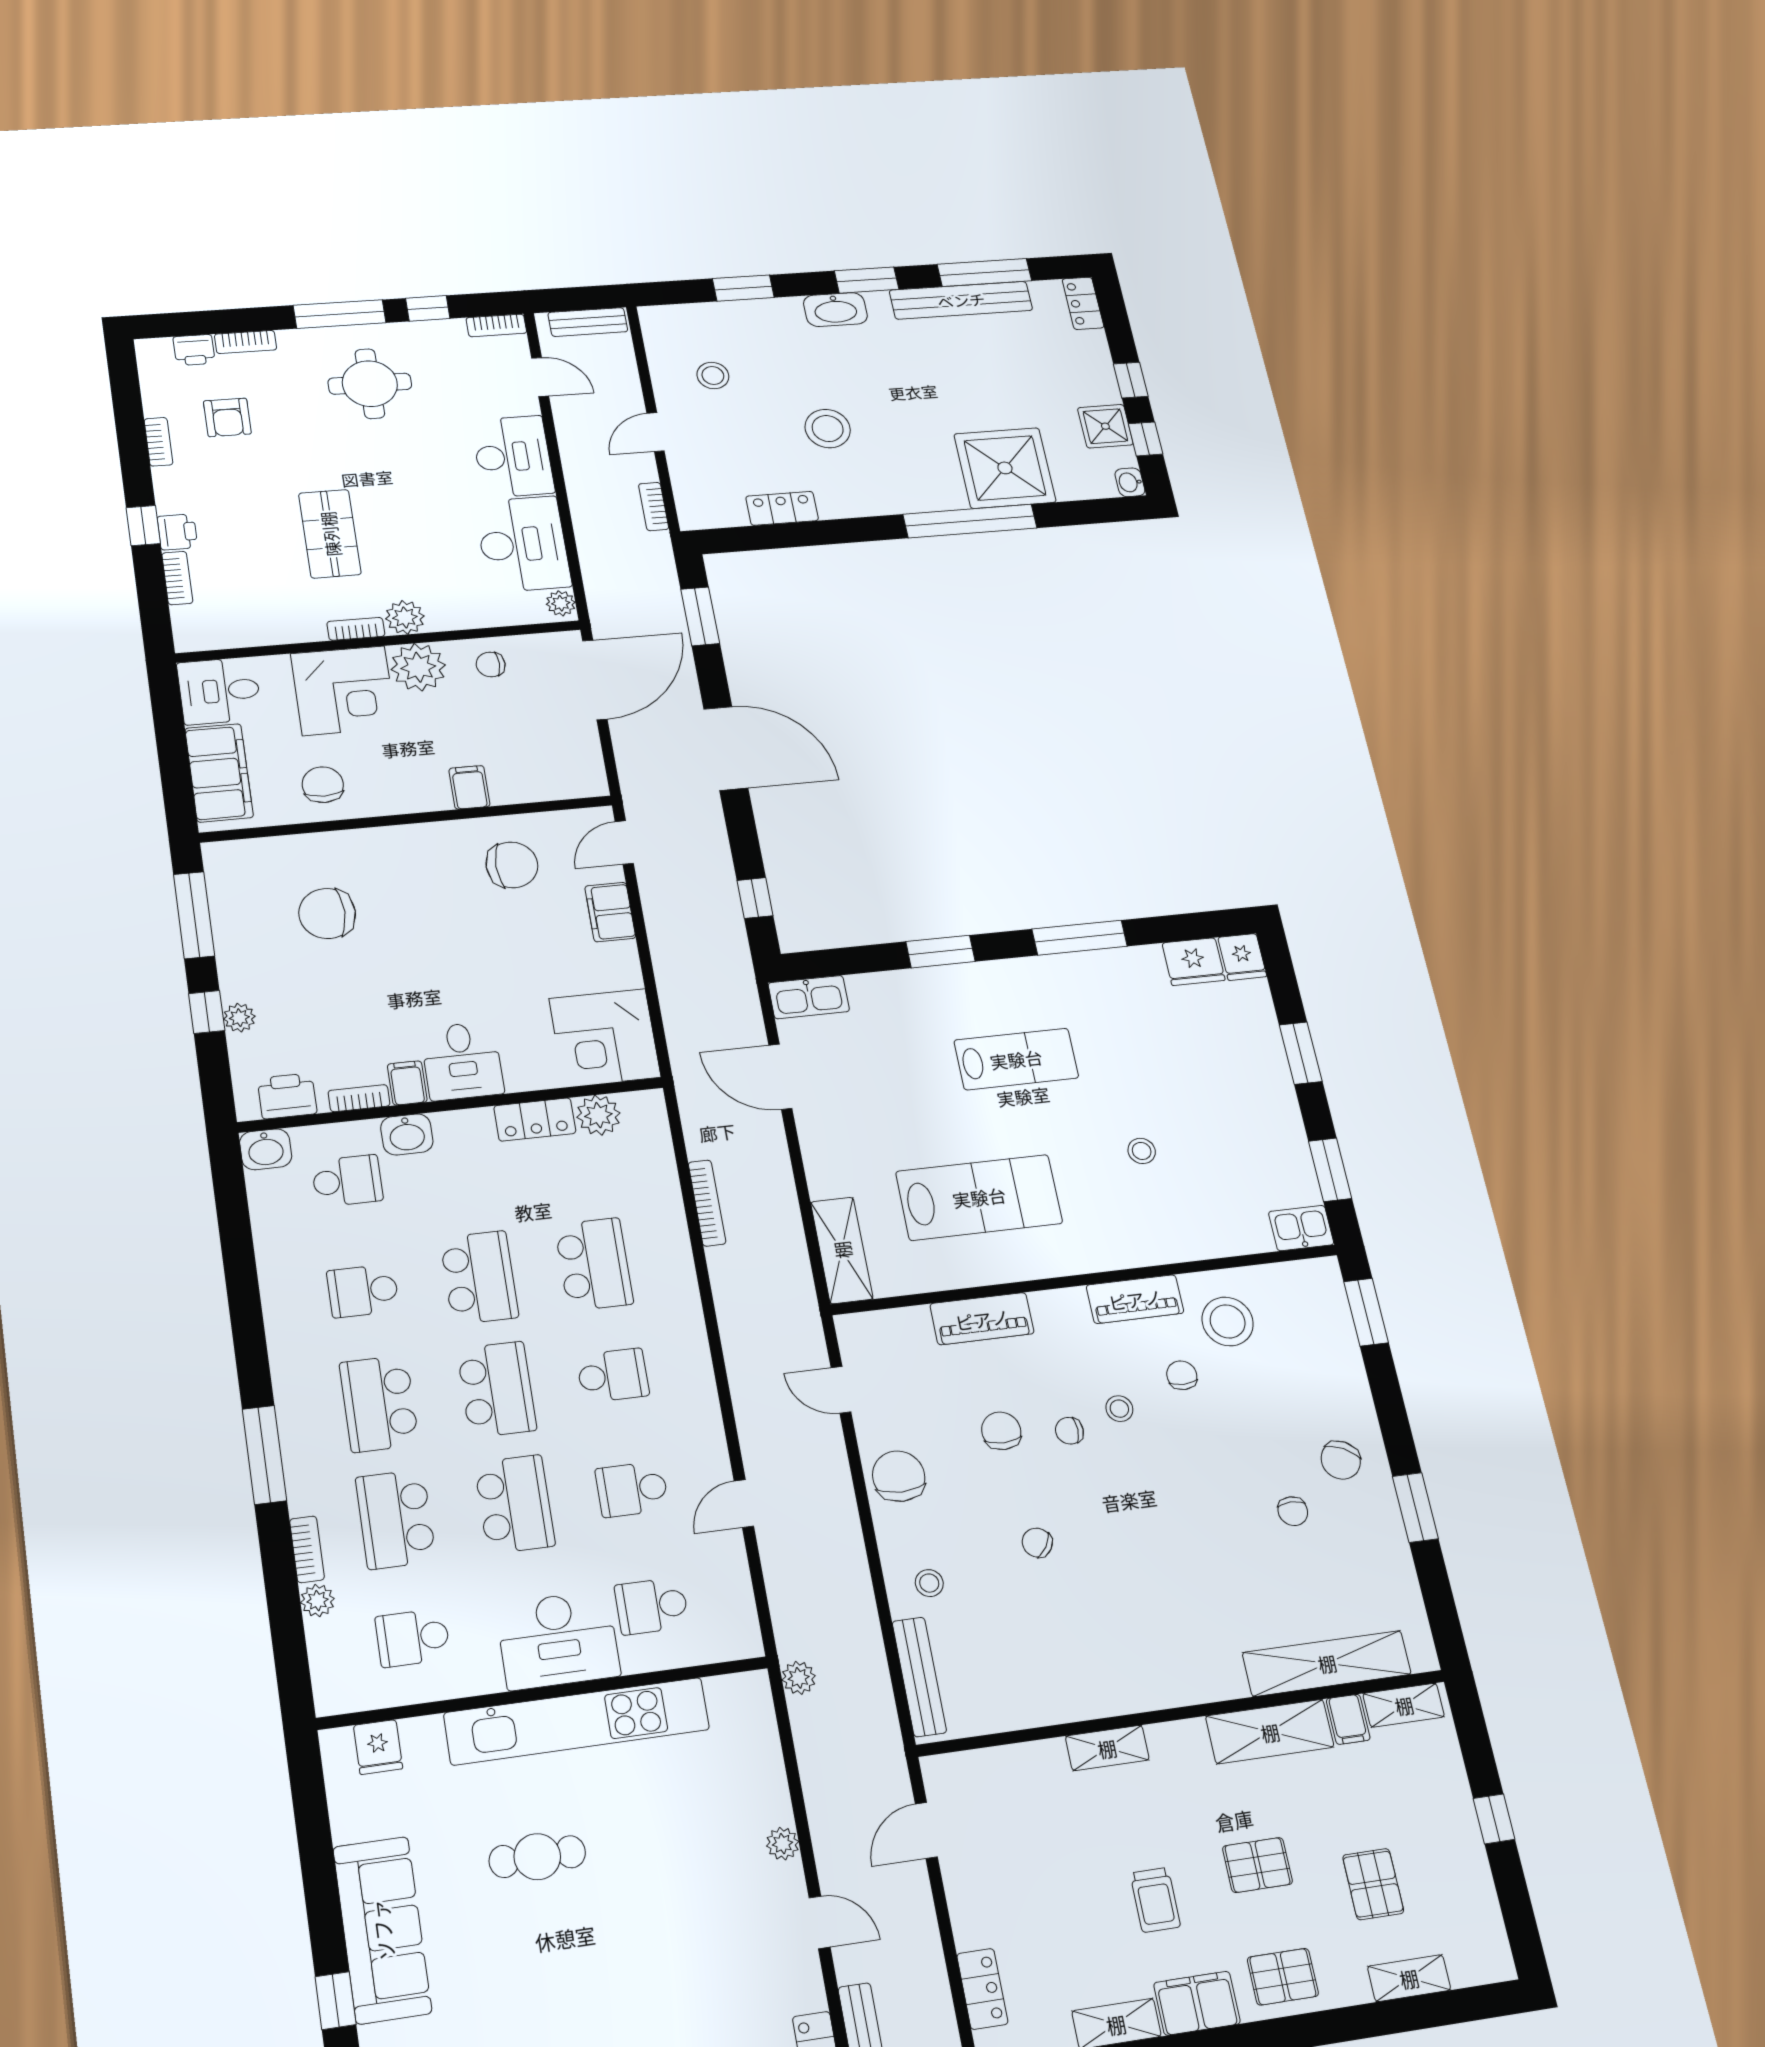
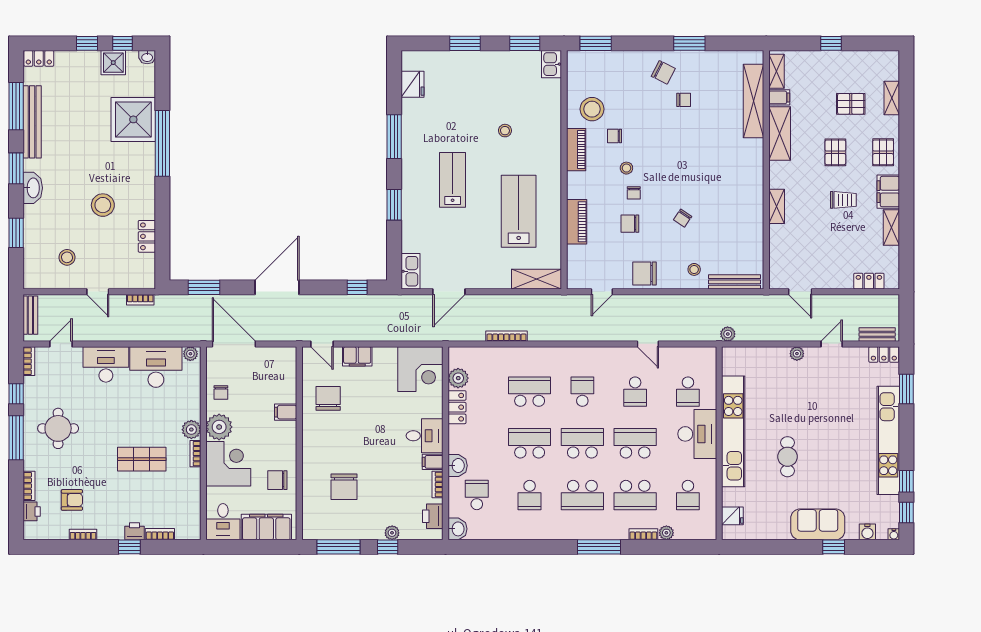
fridge: (1242, 957) -> (413, 60), removed
sofa: (382, 1930) -> (818, 524), width x0.73

